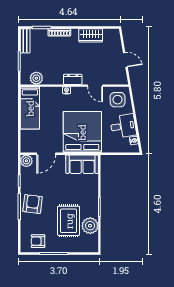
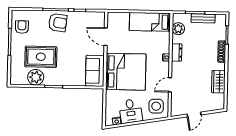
bench: (25, 41) -> (203, 18), moved
dresser: (73, 79) -> (177, 52), moved
plant: (26, 161) -> (99, 17), removed

